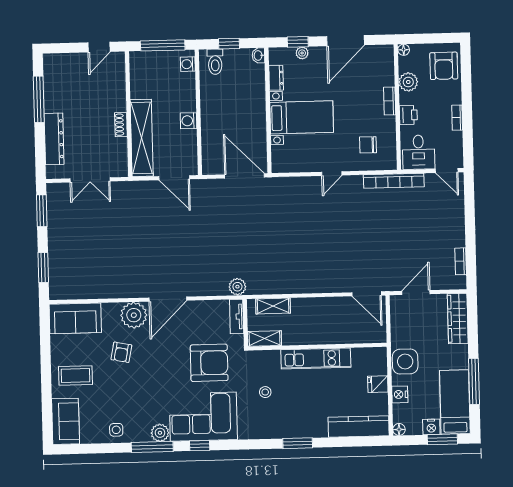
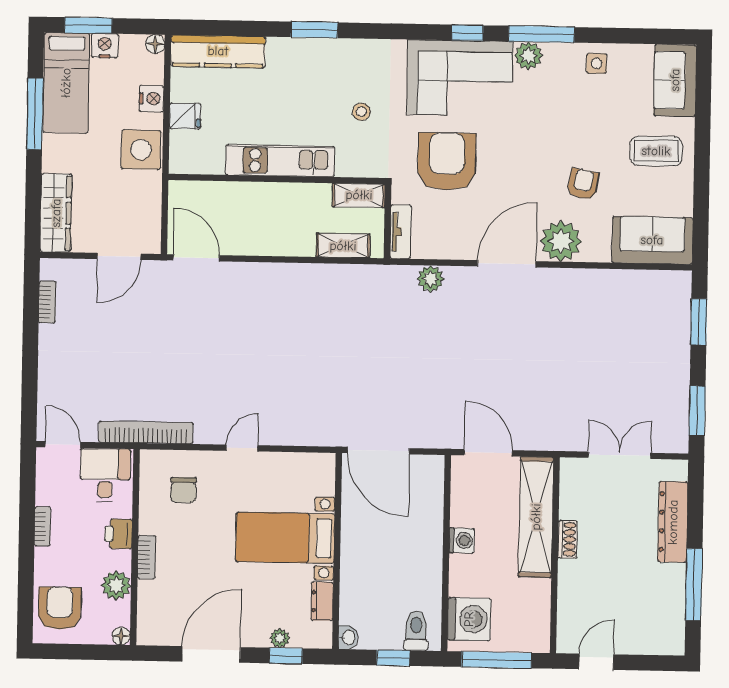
washing machine: (188, 64) -> (469, 619), width x1.89, depth x1.89
chair: (368, 145) -> (184, 490), turned 90
plant: (237, 287) -> (430, 279), moved
armchair: (209, 363) -> (447, 161), turned 90

